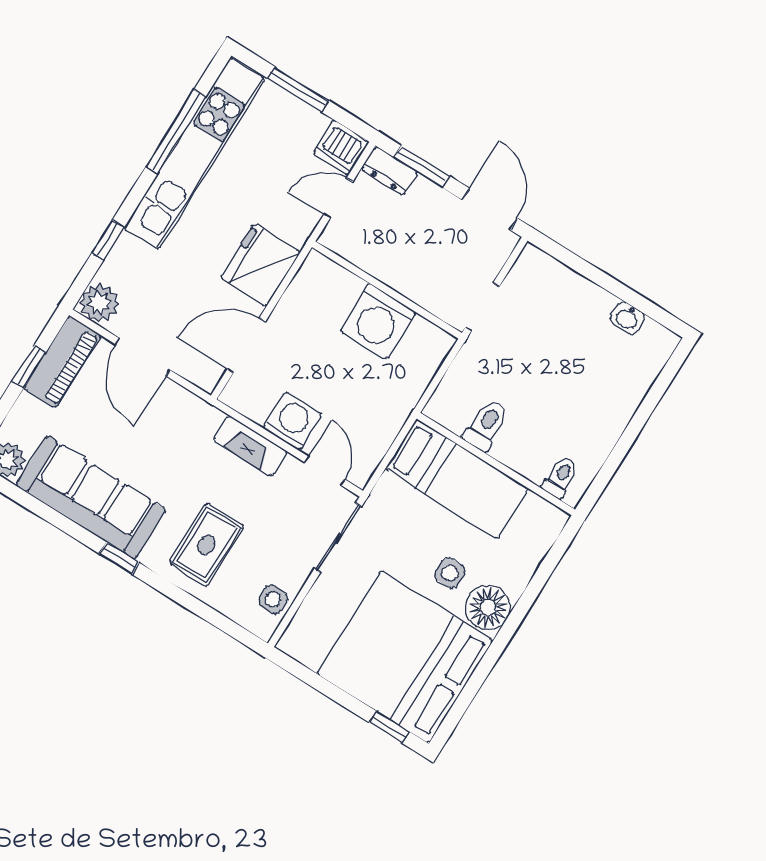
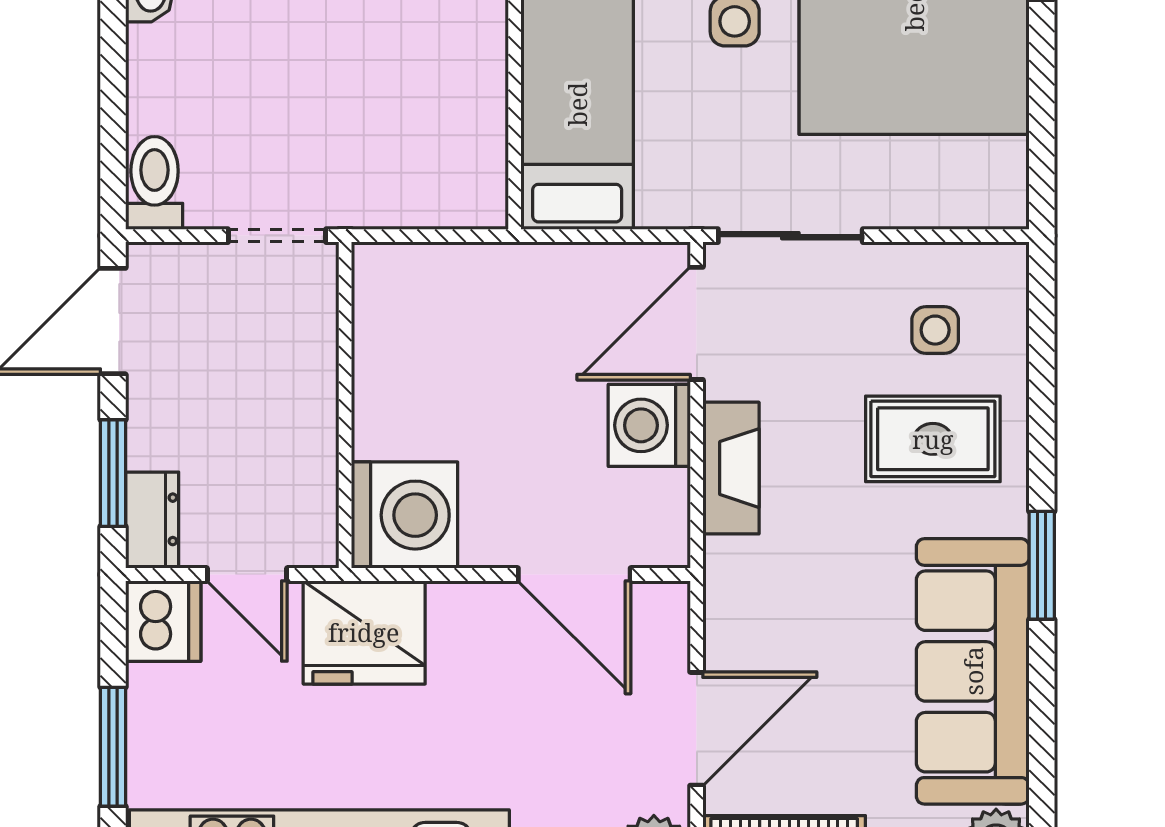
fridge: (260, 265) -> (364, 632), moved
washing machine: (378, 322) -> (405, 515), moved
toilet: (486, 425) -> (155, 183), moved, turned 90
door: (325, 471) -> (697, 323), width x1.38
window: (119, 558) -> (1042, 565), width x1.50
side table: (273, 600) -> (935, 330), moved

